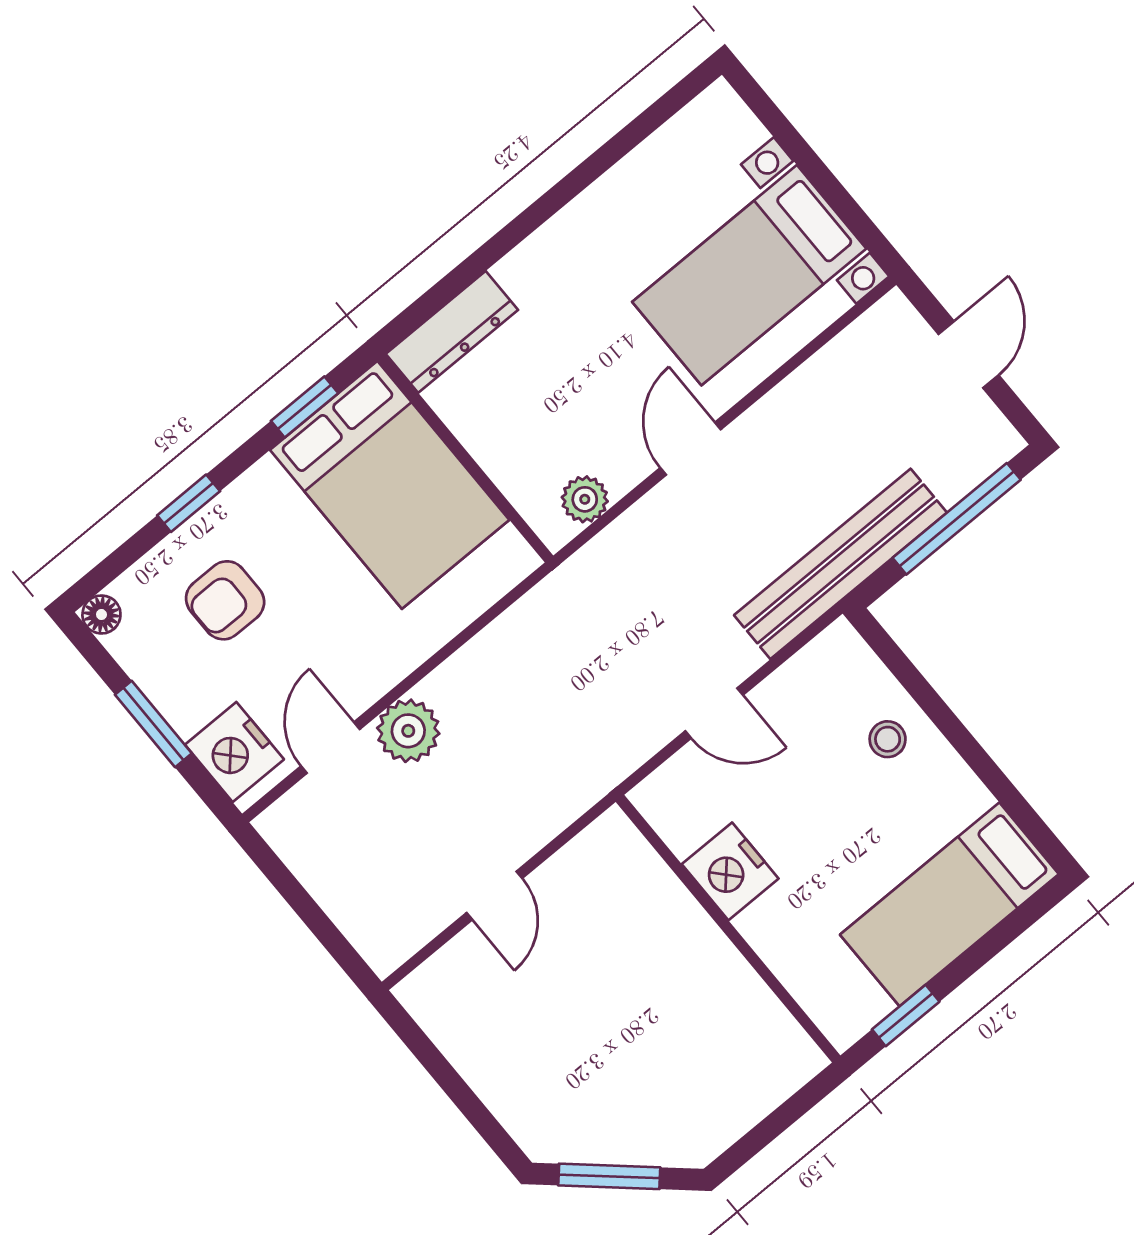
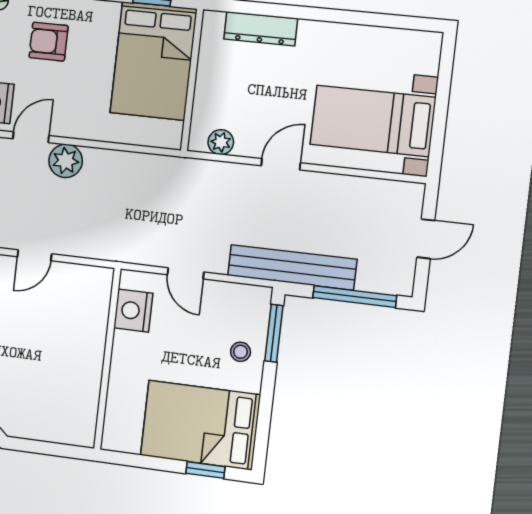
dresser: (452, 332) -> (261, 29), moved
window: (905, 671) -> (274, 333), added
nightstand: (730, 871) -> (133, 311), moved
bed: (949, 904) -> (200, 425), width x1.50
window: (906, 1015) -> (205, 470), moved

